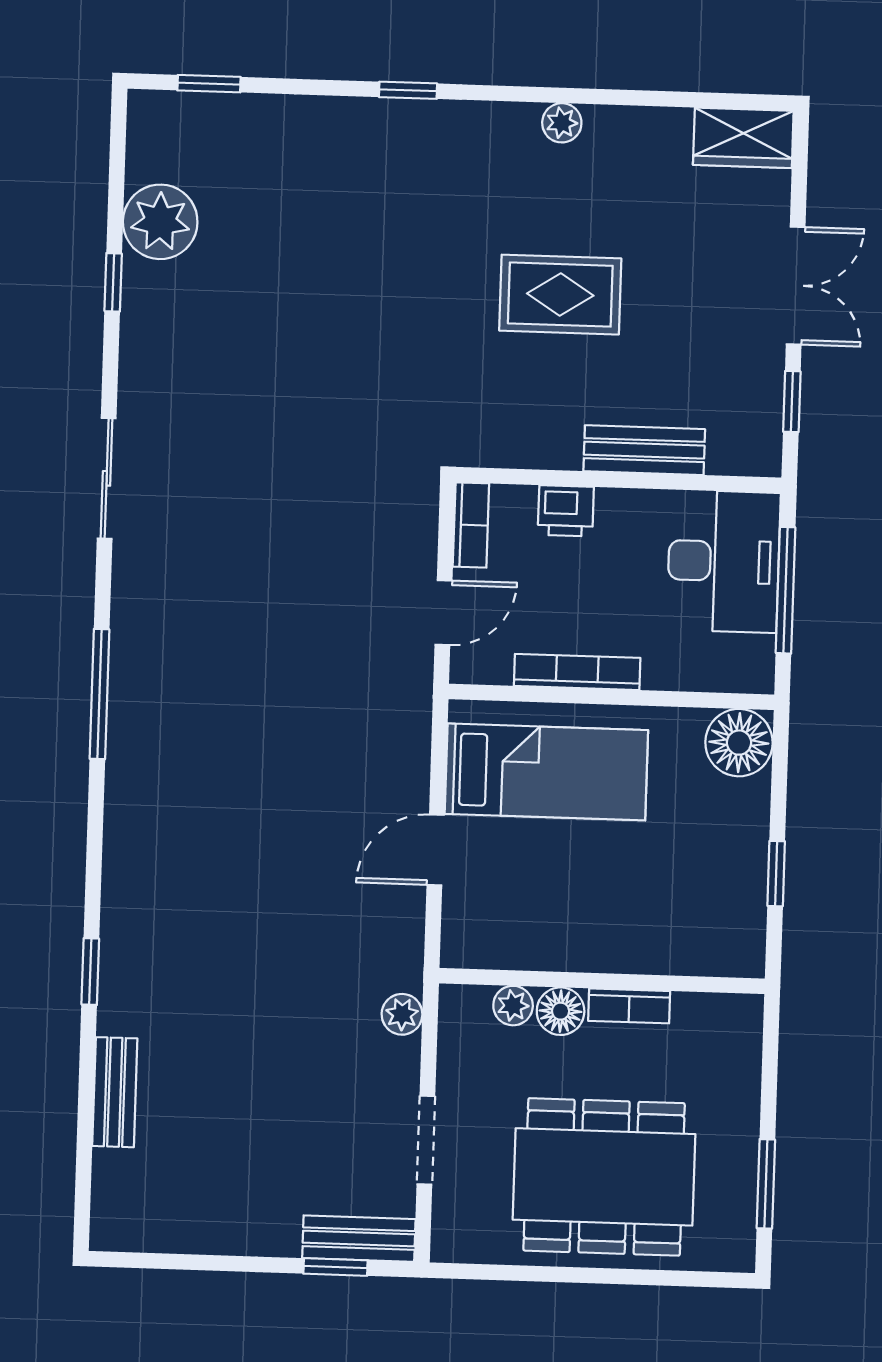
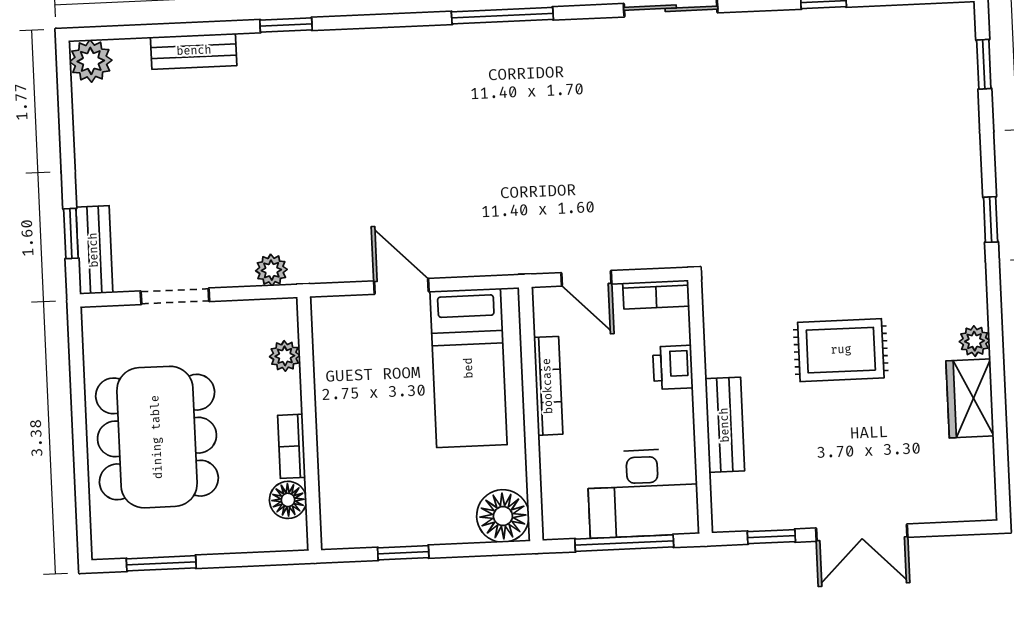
wardrobe: (743, 138) -> (970, 398), moved
plant: (160, 222) -> (91, 61), moved, width x0.73, depth x0.73
rug: (560, 295) -> (841, 350), turned 90
floor lamp: (561, 1011) -> (288, 500), moved

